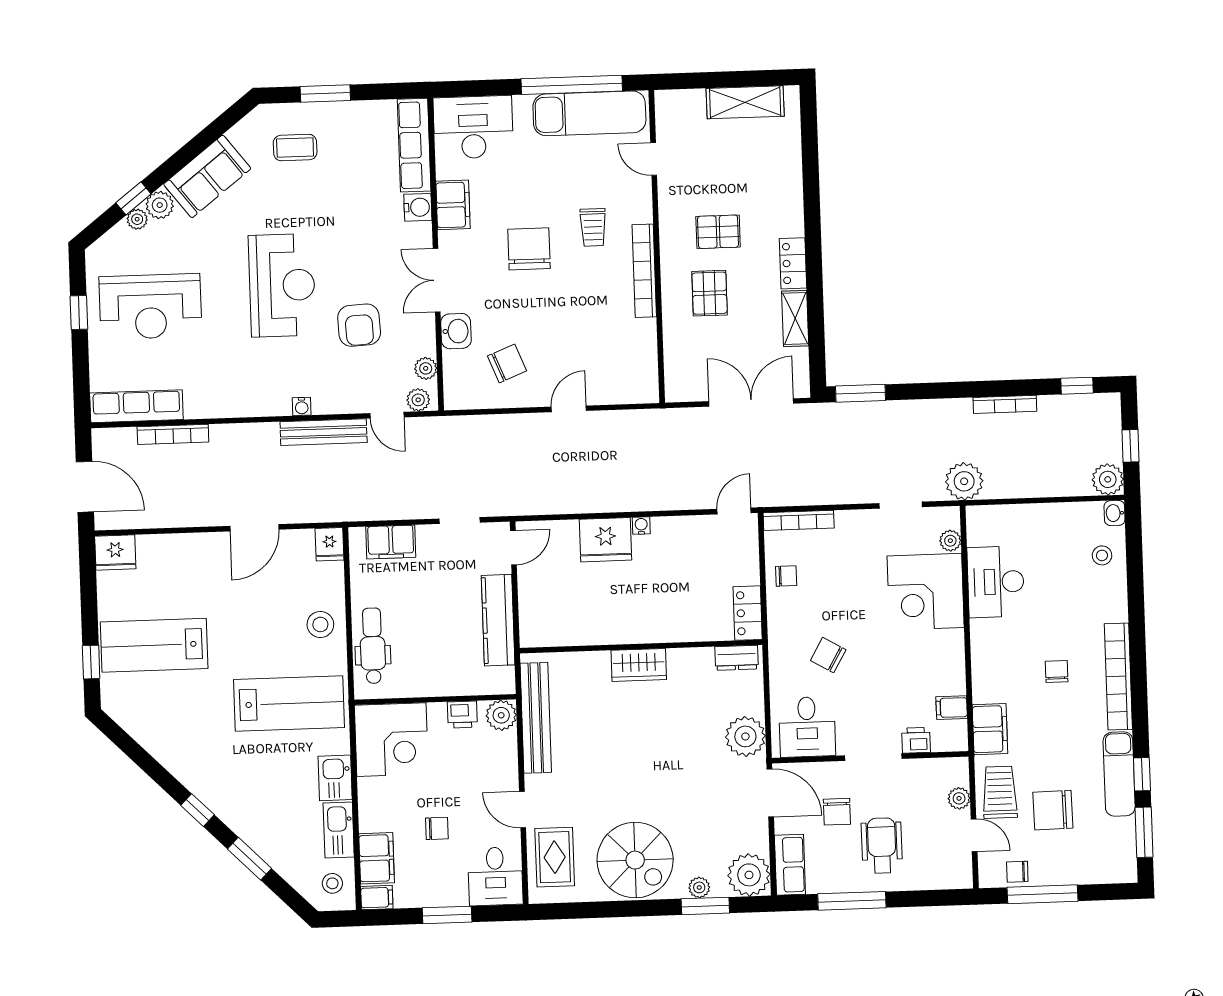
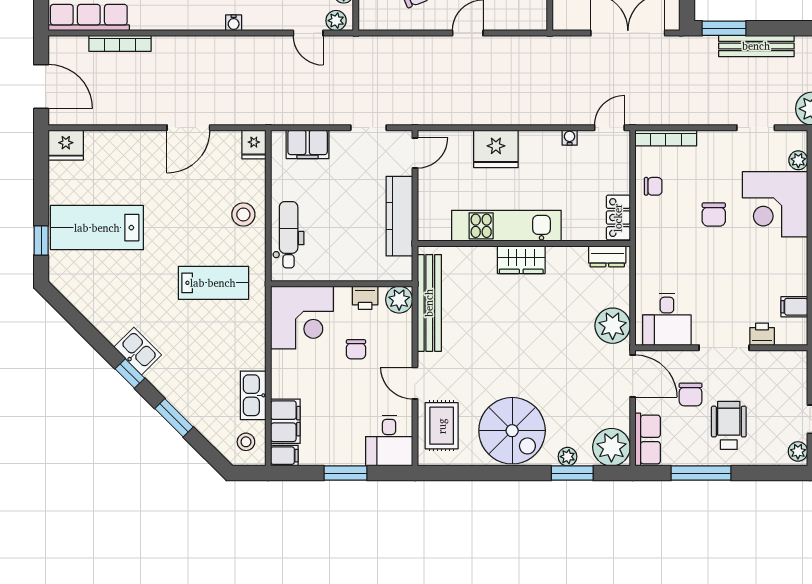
bench: (324, 432) -> (756, 46), moved
water cooler: (641, 526) -> (570, 138), moved
kitchen unit: (620, 627) -> (506, 226), added
chair: (828, 655) -> (714, 215), moved, turned -120
lab bench: (289, 704) -> (213, 283), width x0.73, depth x0.72
kitchen sink: (335, 778) -> (138, 351), moved, turned 135
plant: (959, 798) -> (798, 451), moved
chair: (437, 828) -> (356, 349), moved, turned 90

